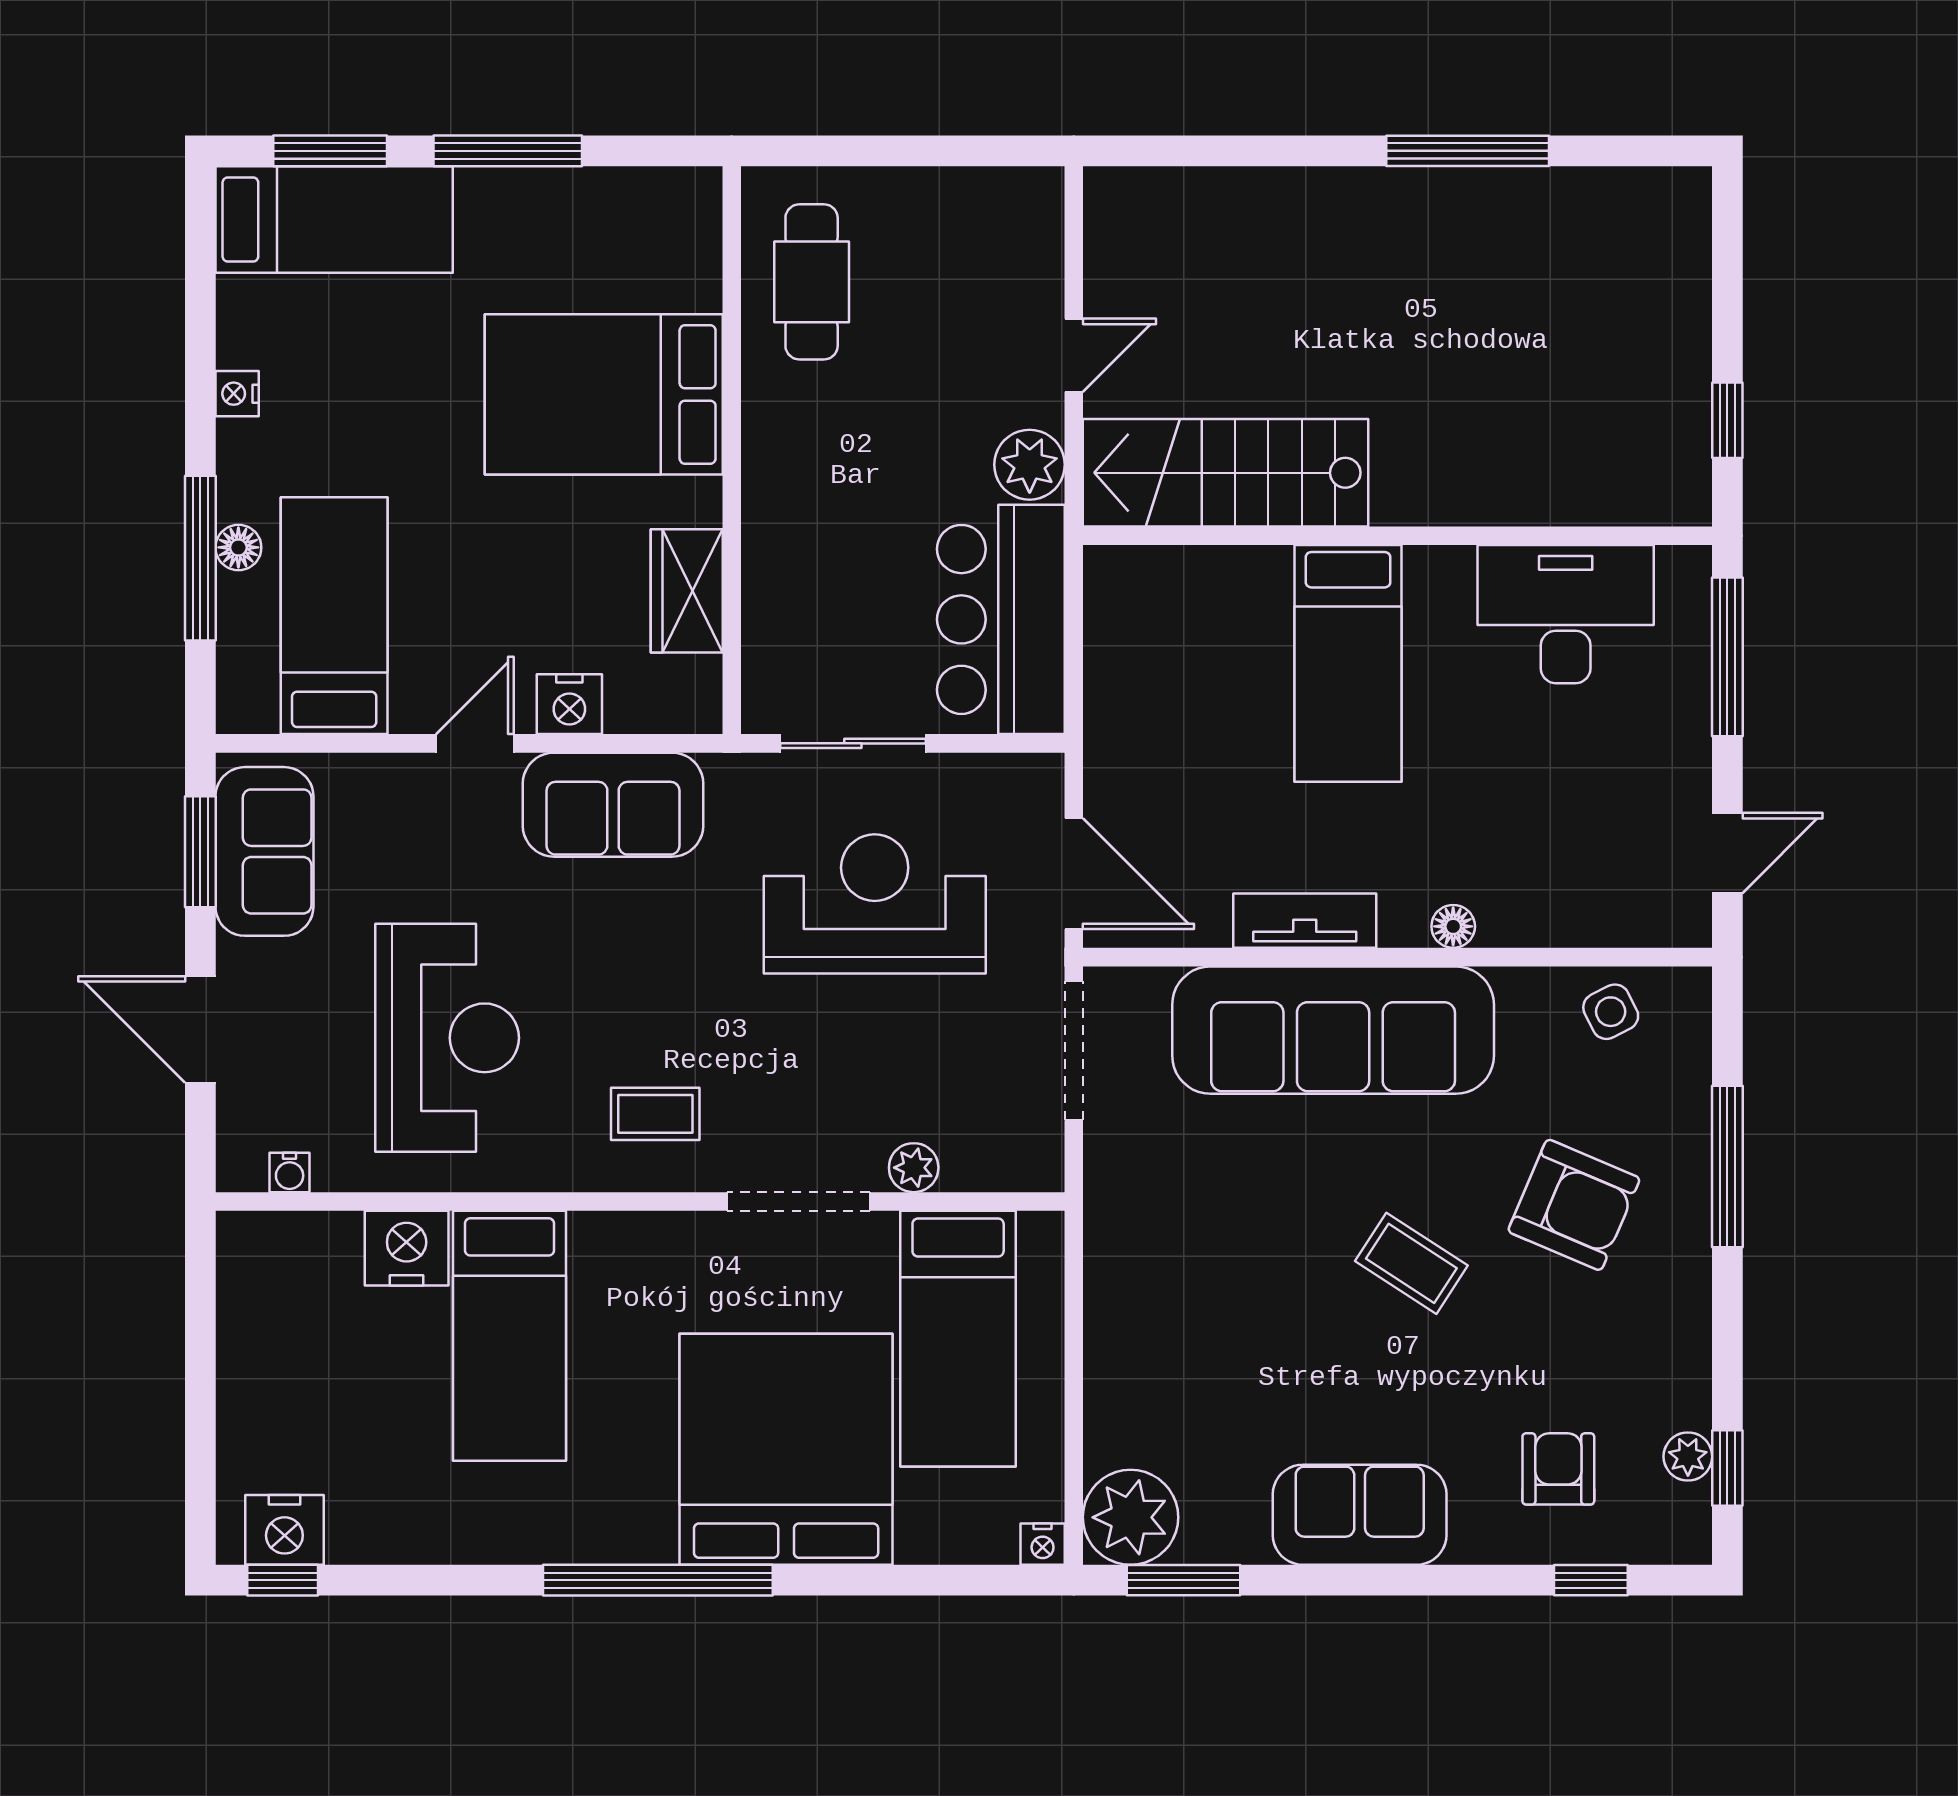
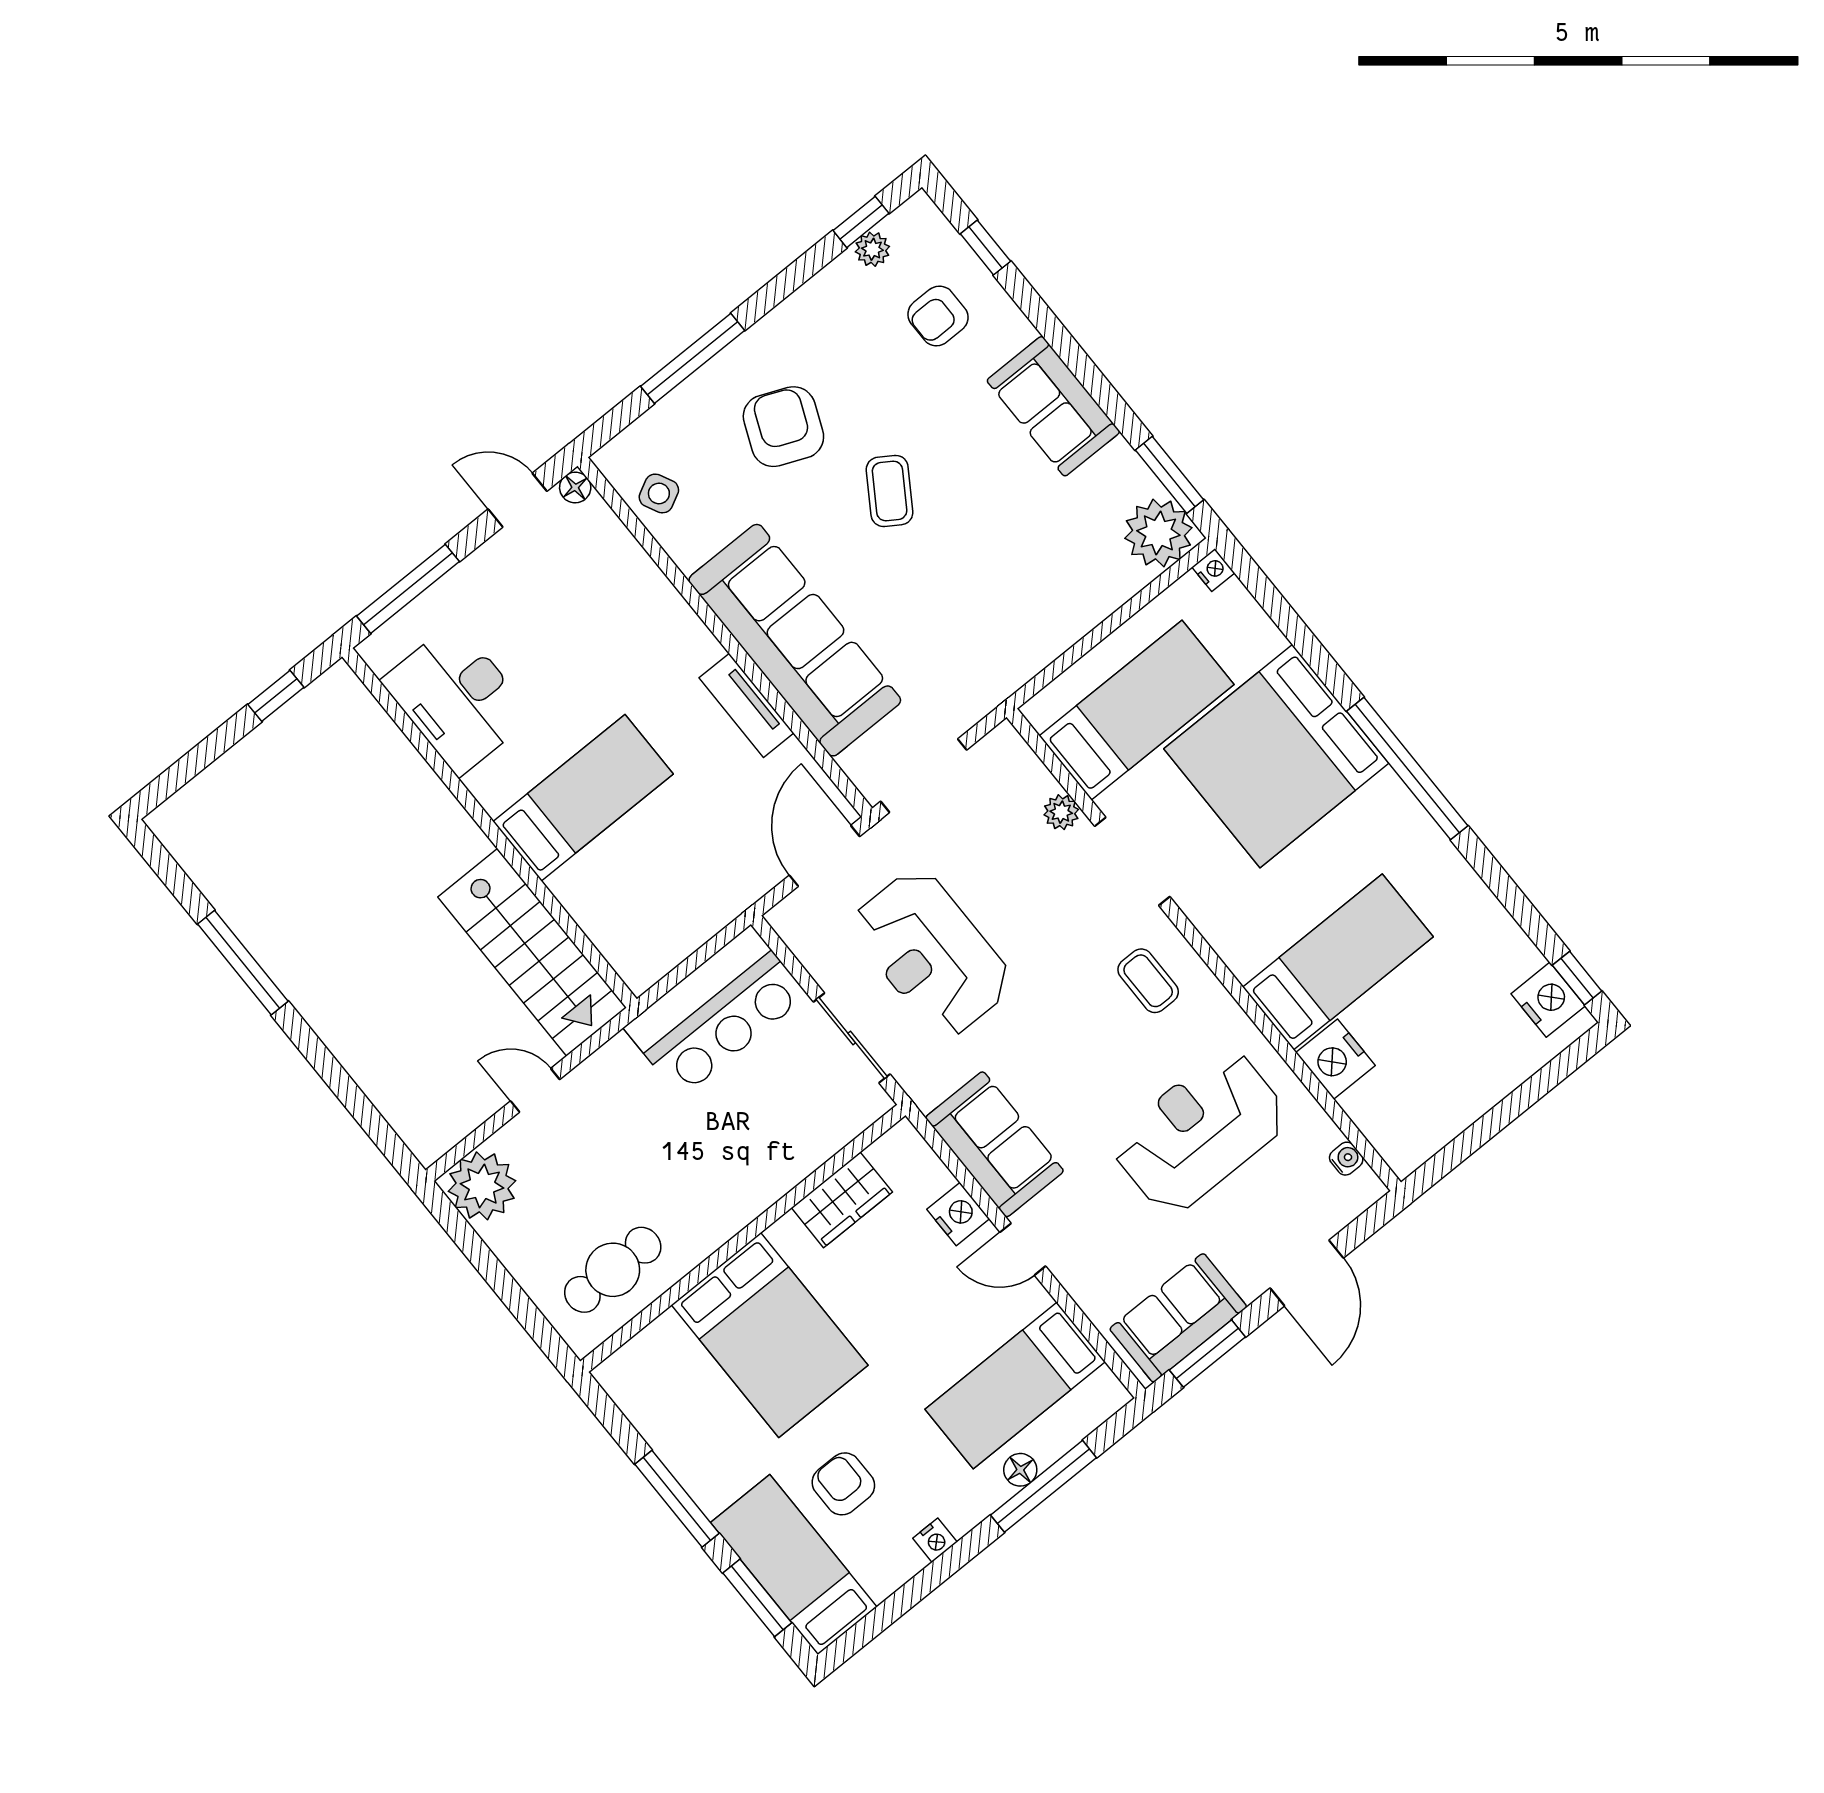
armchair: (378, 344) -> (843, 1484), added
plant: (1030, 465) -> (482, 1186), moved, width x1.36, depth x1.36
floor lamp: (1453, 926) -> (575, 487), moved

